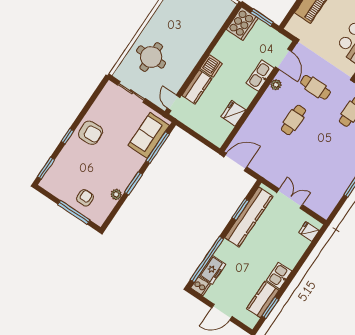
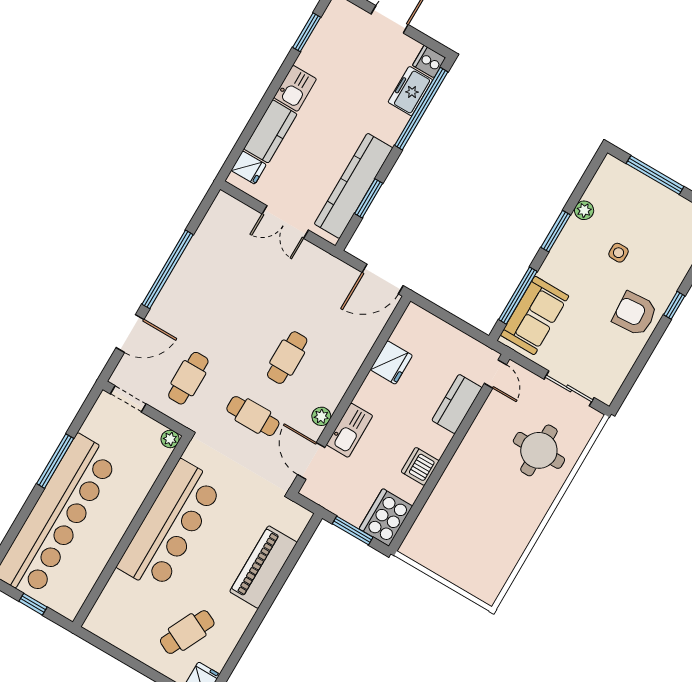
dishwasher: (211, 66) -> (420, 466), moved
side table: (98, 169) -> (619, 253), added
armchair: (85, 198) -> (637, 201), removed
kitchen counter: (263, 299) -> (270, 131), moved

